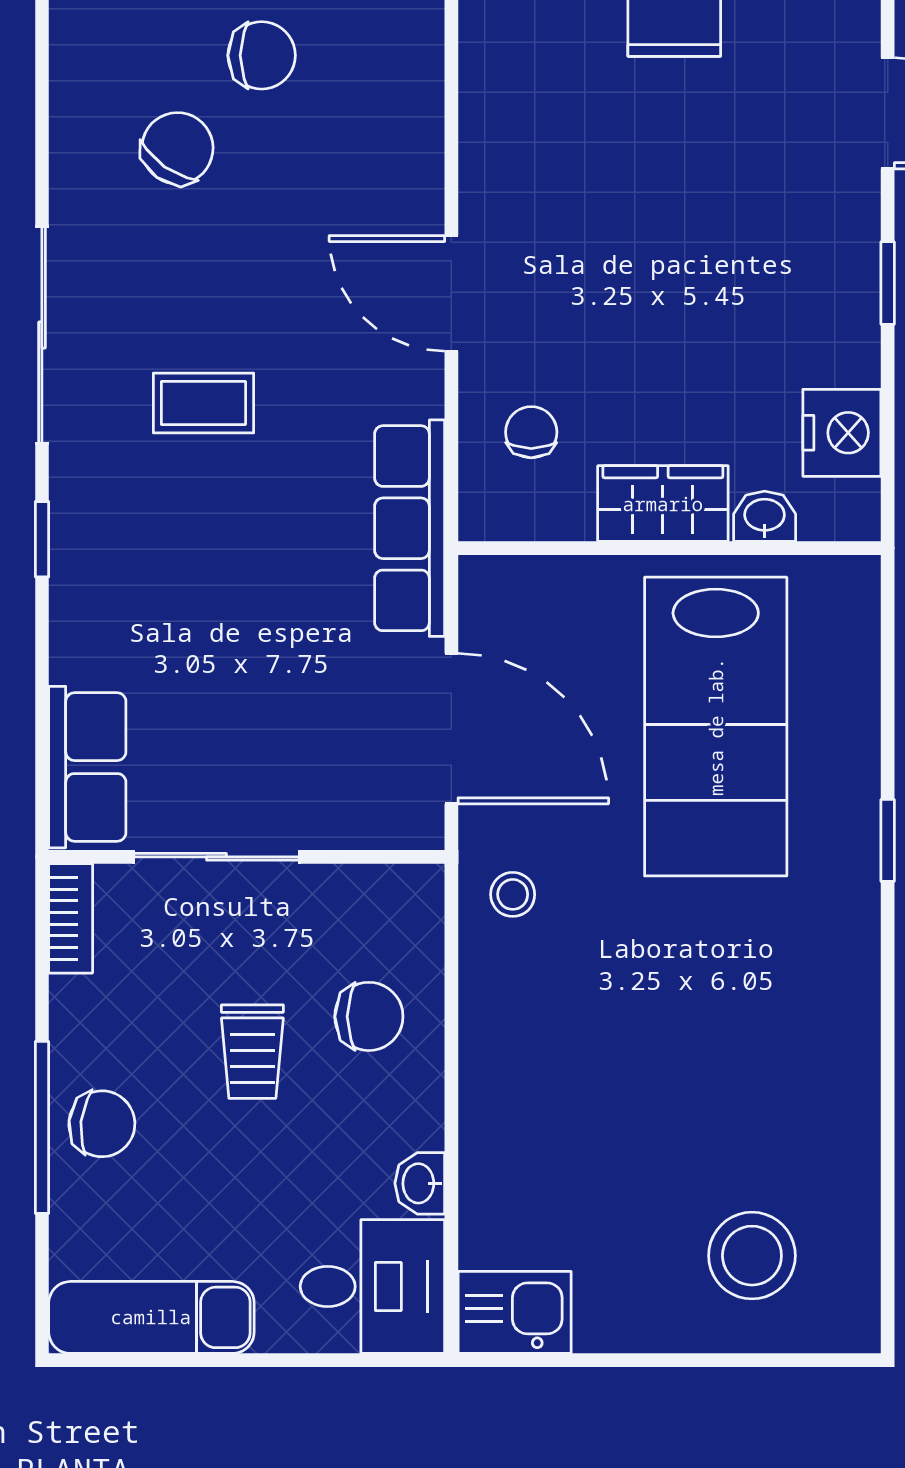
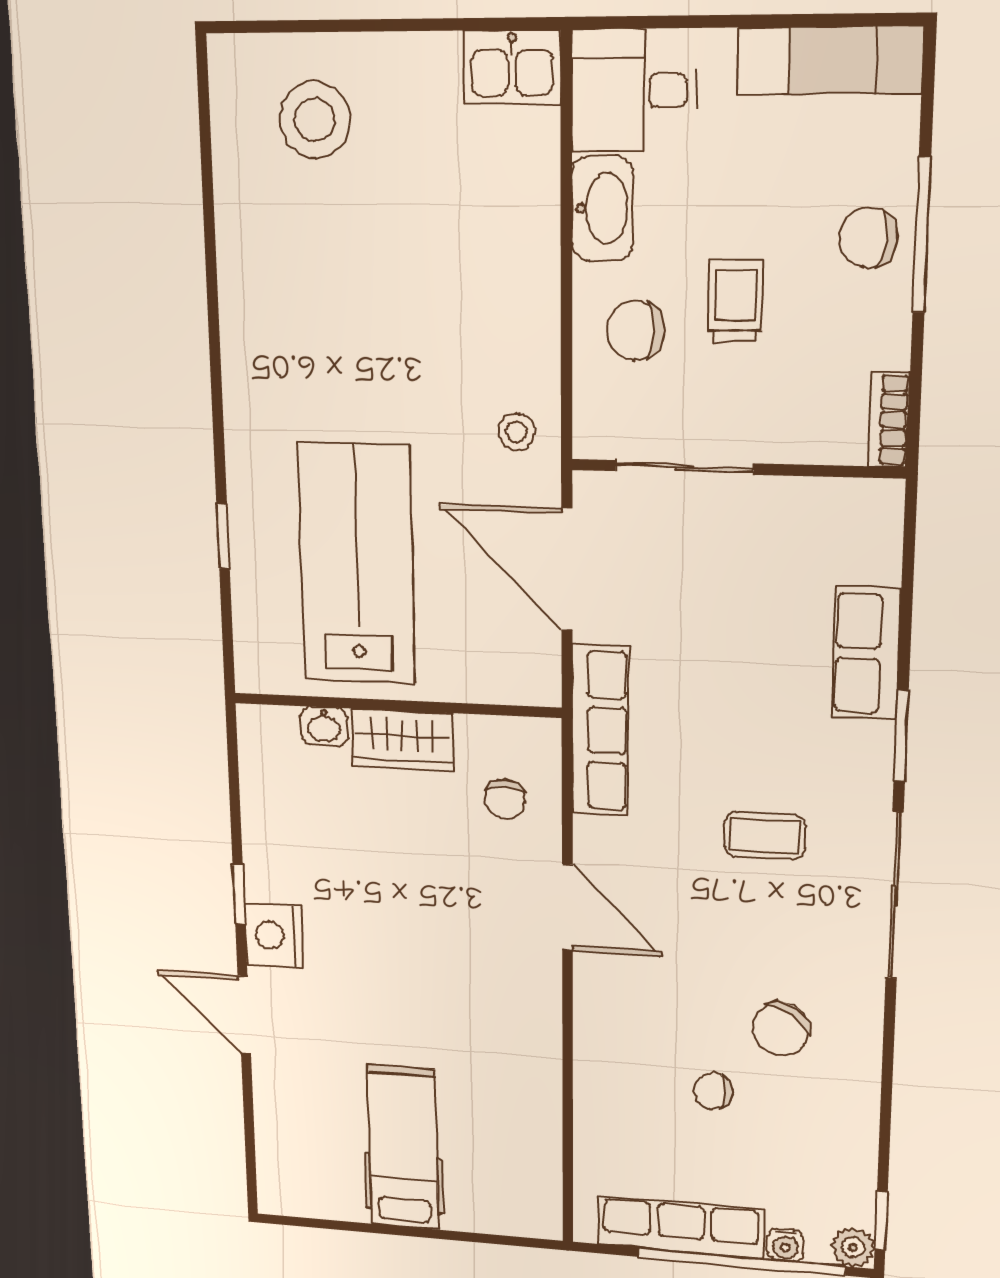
chair: (262, 55) -> (713, 1091), width x0.73, depth x0.73
nightstand: (842, 433) -> (274, 935), moved
window: (42, 539) -> (901, 736), width x1.50
row of seats: (87, 767) -> (866, 654), moved
window: (888, 840) -> (223, 536), moved
sliding door: (216, 857) -> (684, 467), moved
washbasin: (420, 1183) -> (603, 209), width x1.91, depth x1.45

